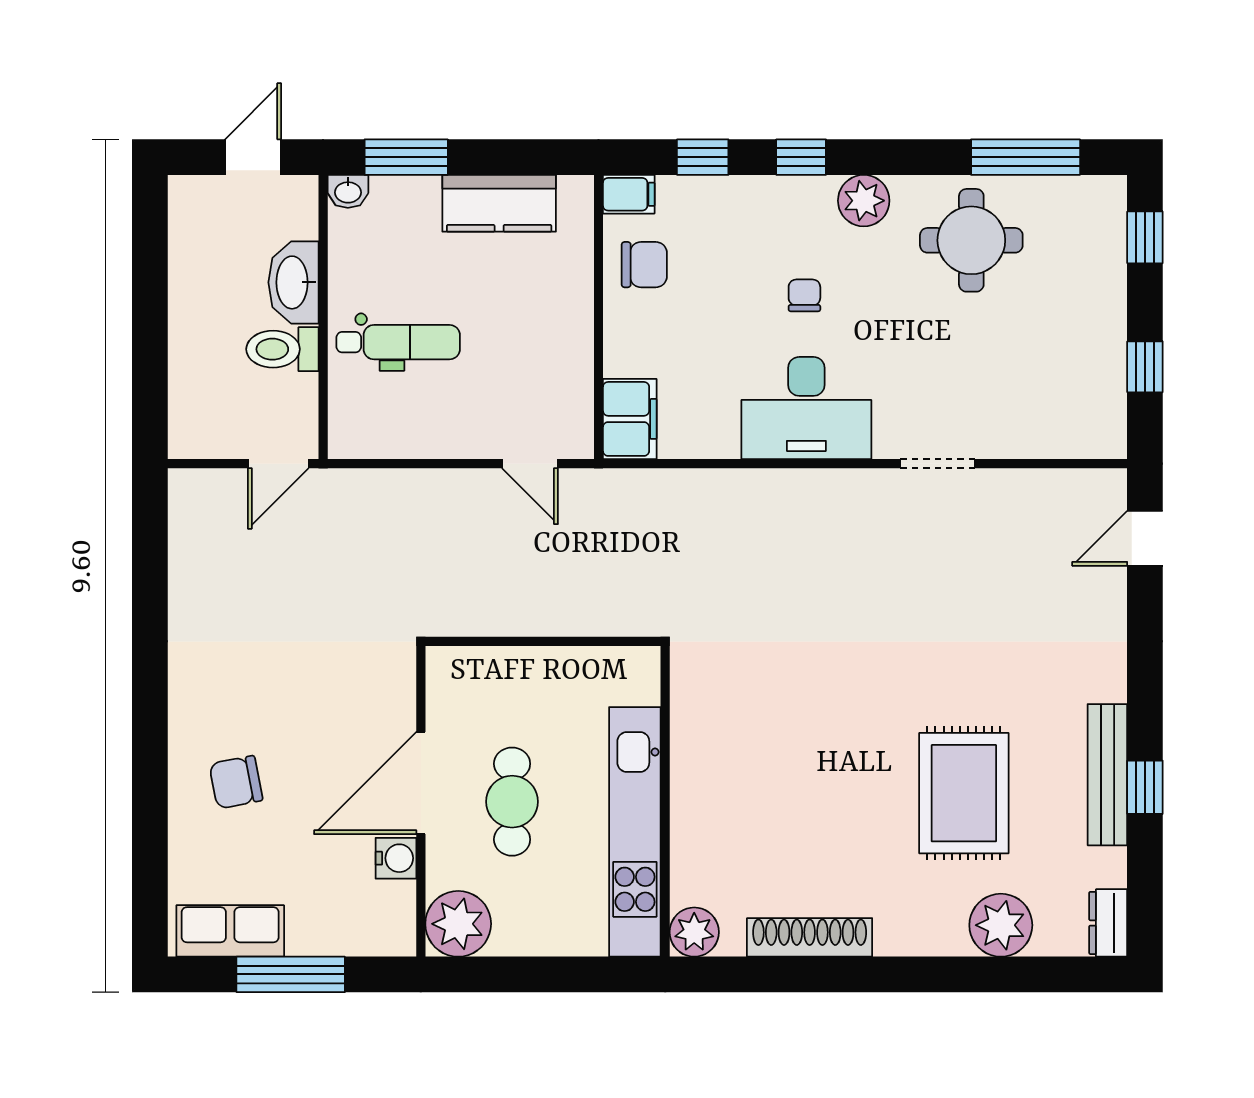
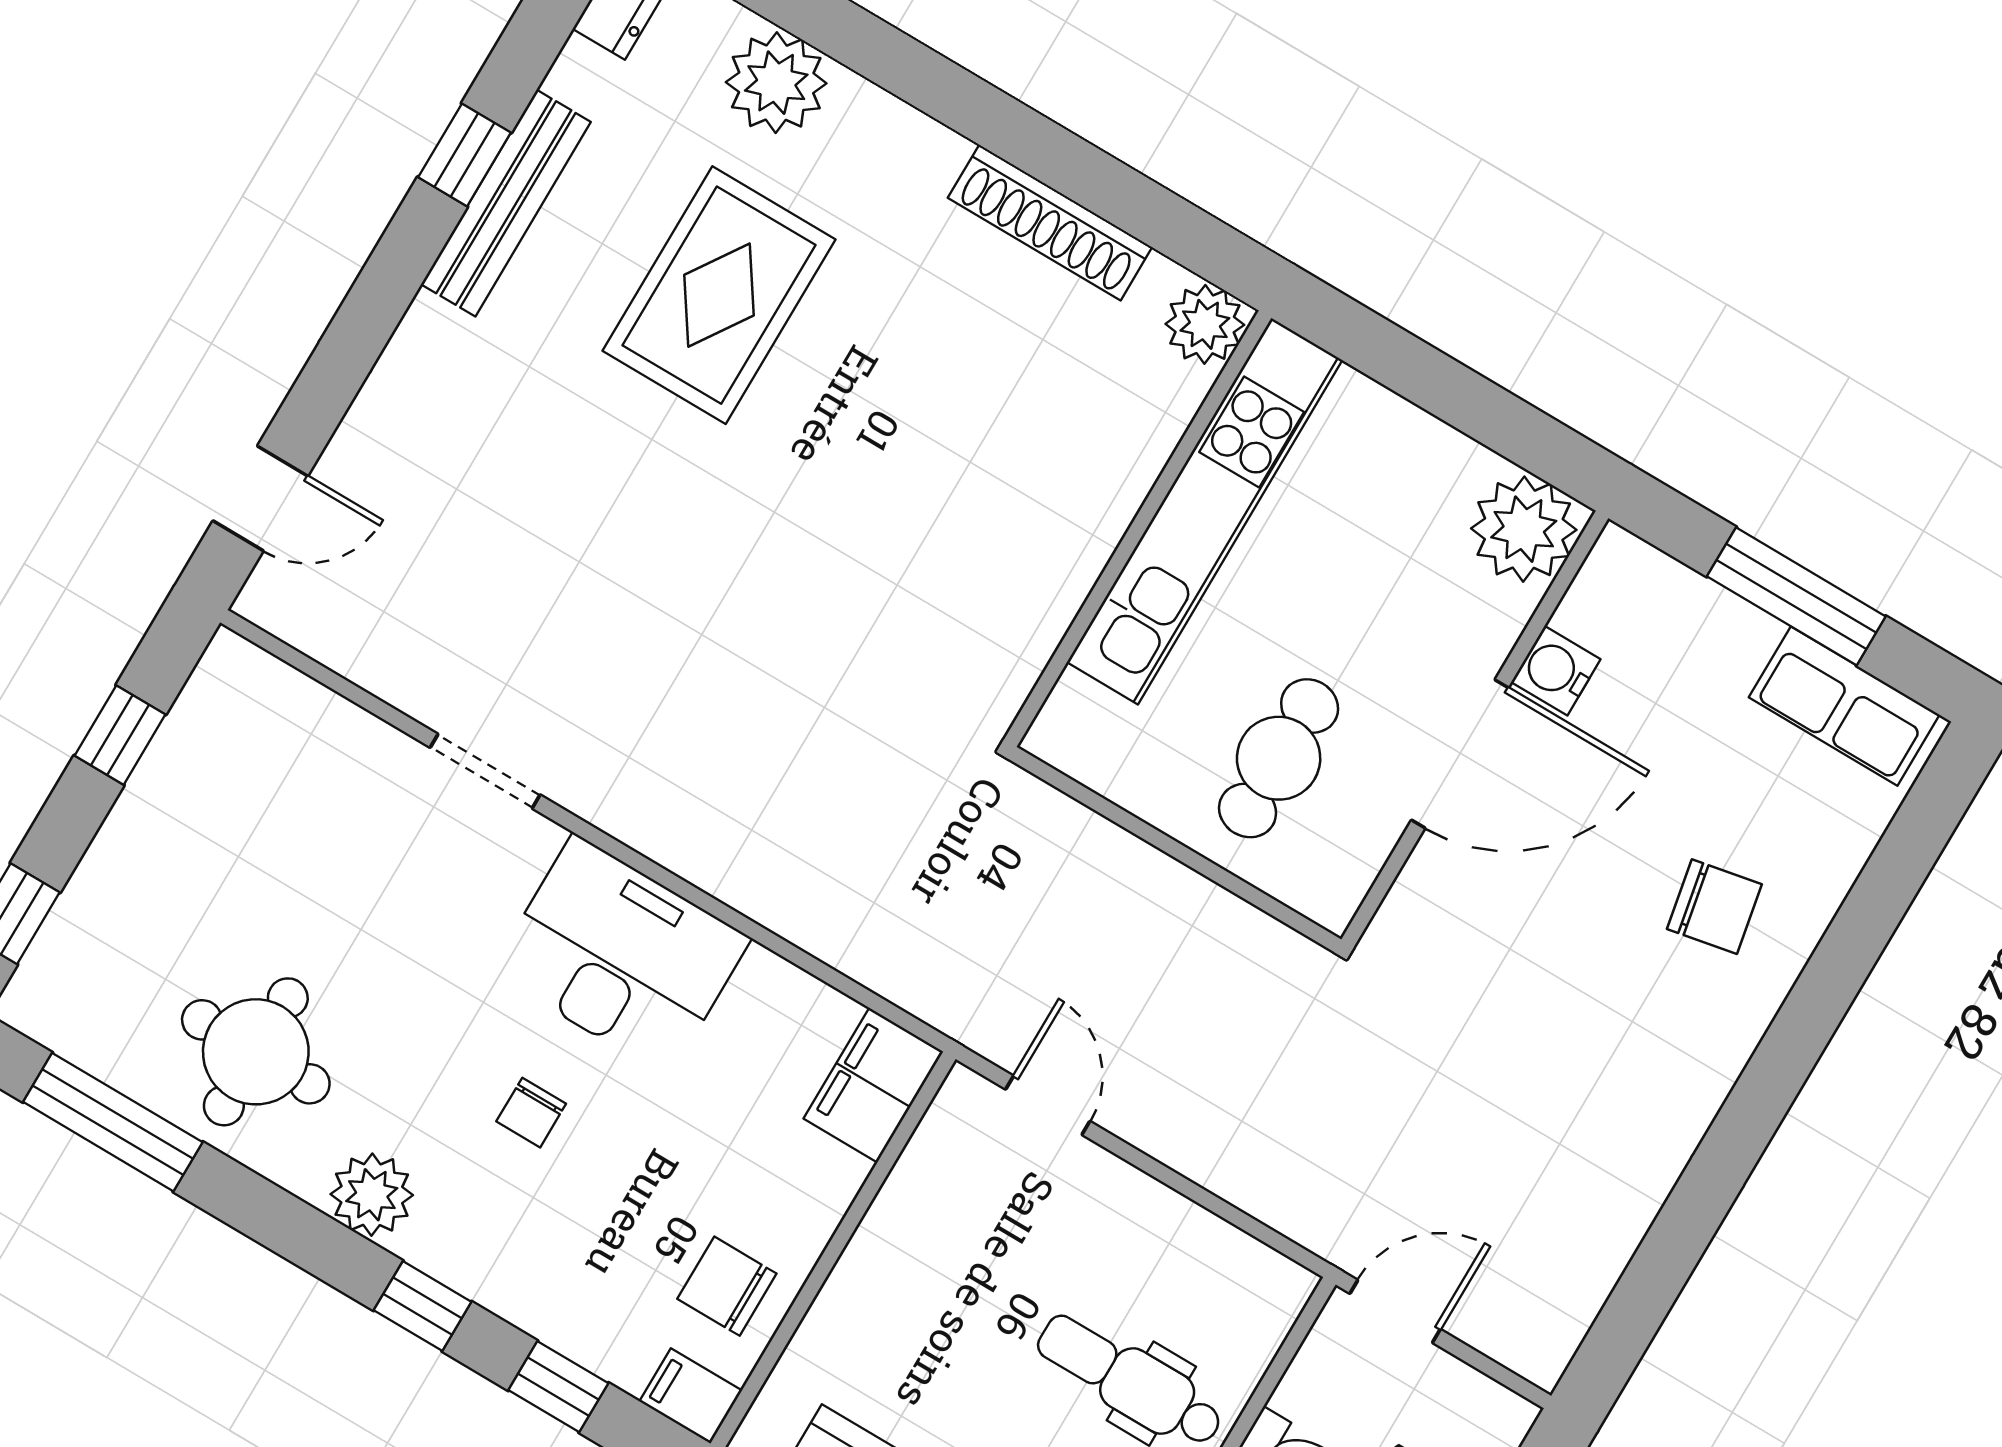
cafe table: (512, 802) -> (1279, 758), moved

